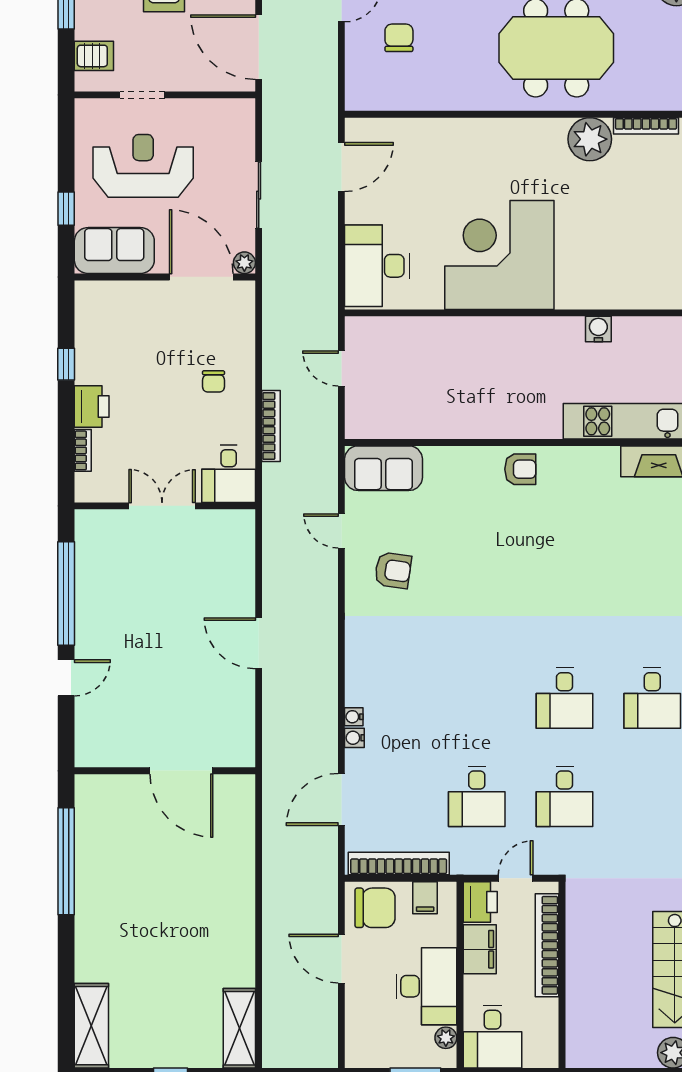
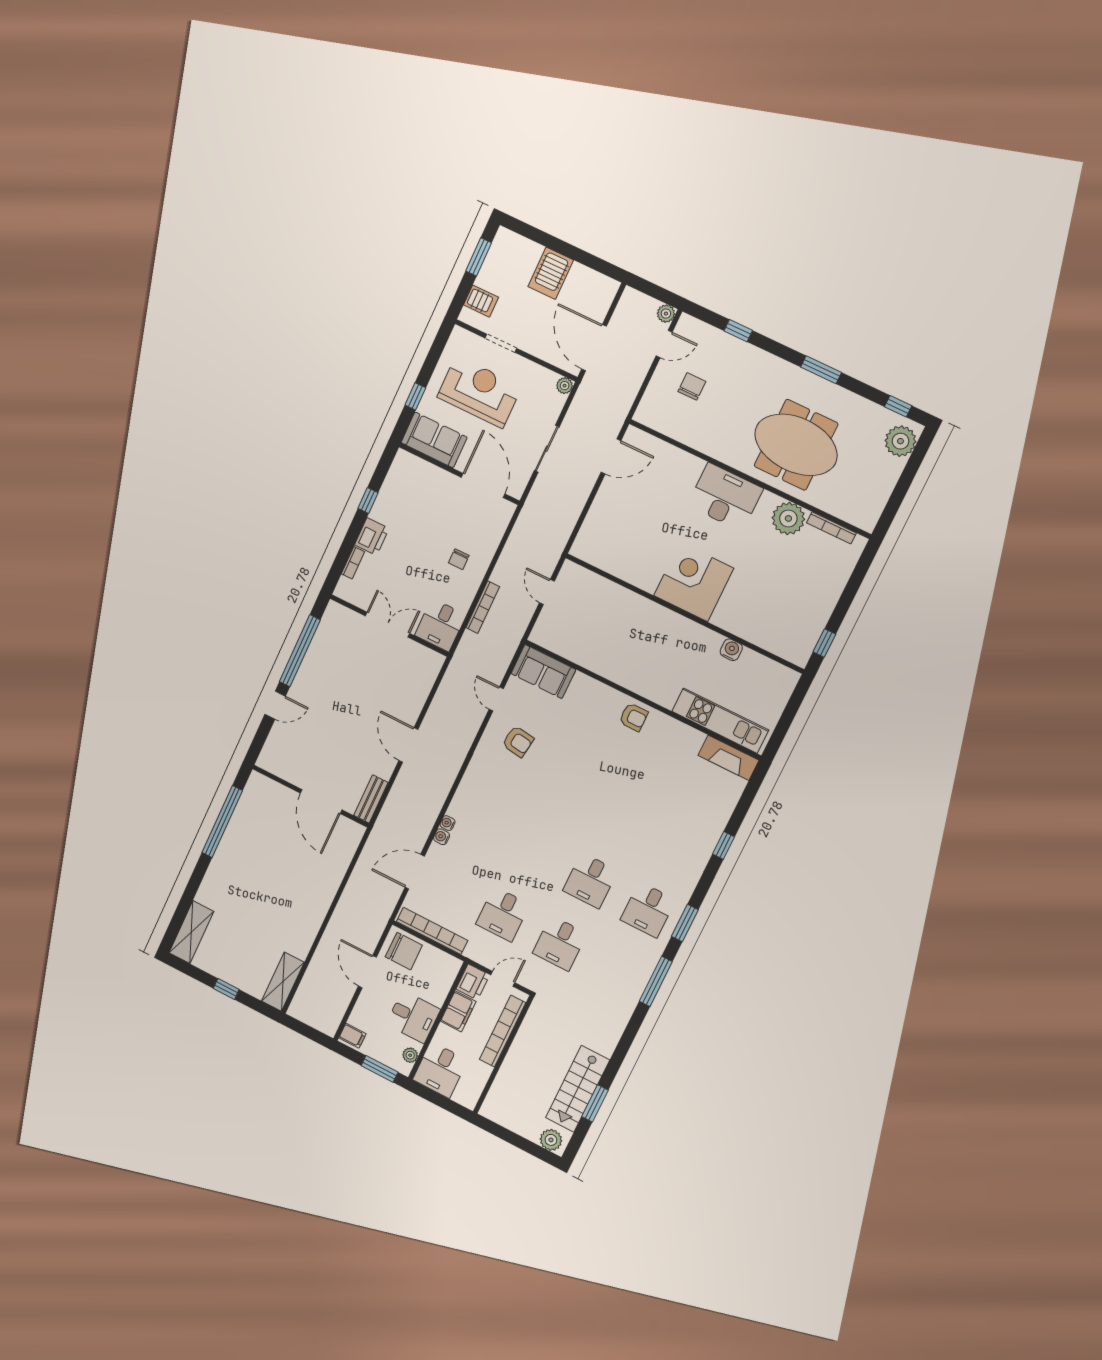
corner desk: (499, 255) -> (694, 582), width x0.74, depth x0.74
plant: (244, 263) -> (565, 386), moved
desk: (377, 266) -> (725, 497), moved, turned 90
bench: (243, 735) -> (371, 799), added
filing cabinet: (425, 898) -> (352, 1036), moved, turned -90
desk: (426, 986) -> (413, 1017), width x0.73

